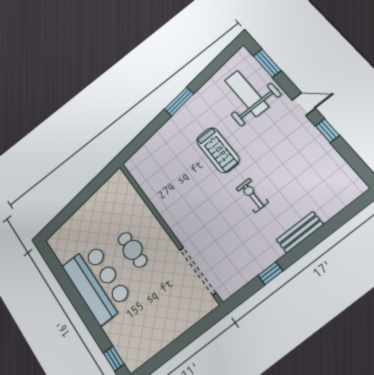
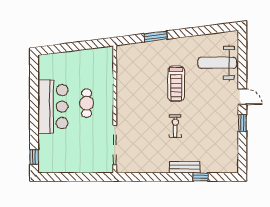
window: (267, 63) -> (242, 54), removed
weight bench: (247, 93) -> (217, 63), turned -90
window: (179, 102) -> (156, 36), moved
window: (270, 273) -> (200, 177), moved

